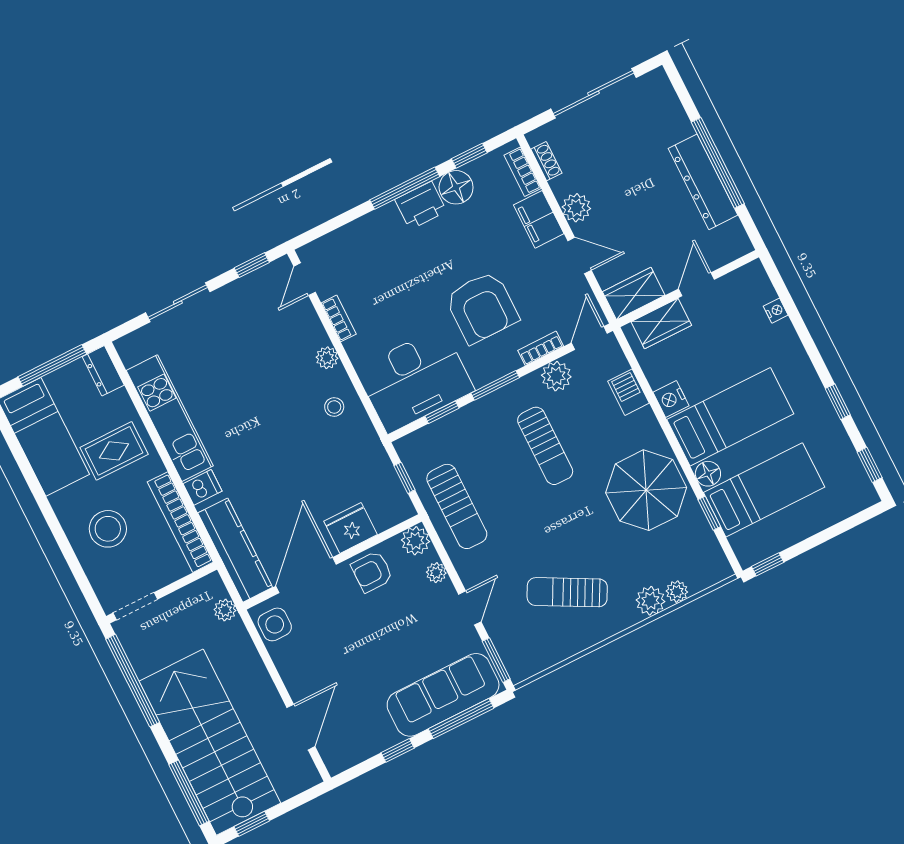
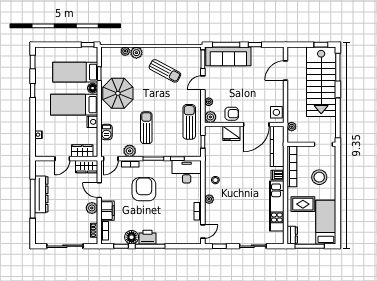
desk: (415, 380) -> (187, 172), width x0.73, depth x0.77

